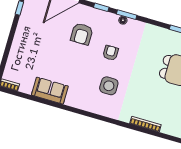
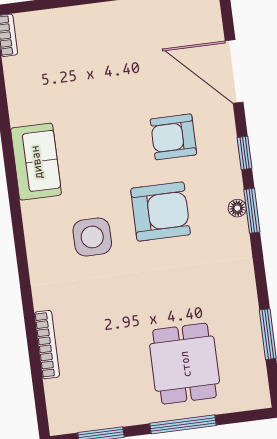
armchair: (111, 53) -> (160, 212), width x1.88, depth x1.88
sofa: (50, 91) -> (36, 162), moved

